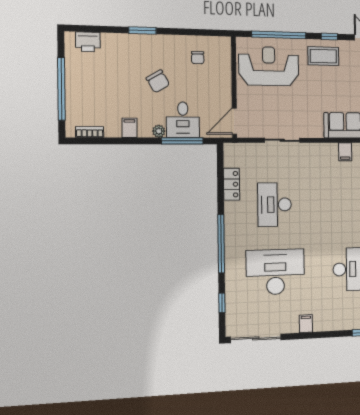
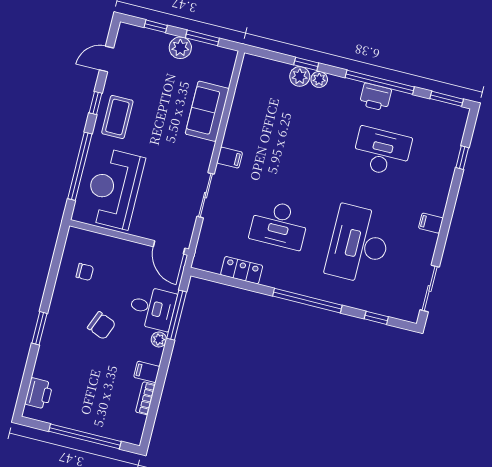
chair: (158, 81) -> (102, 326), turned 52
bookcase: (90, 132) -> (145, 398), moved
filing cabinet: (345, 152) -> (230, 158), moved
sliding door: (256, 338) -> (430, 288), width x0.73

